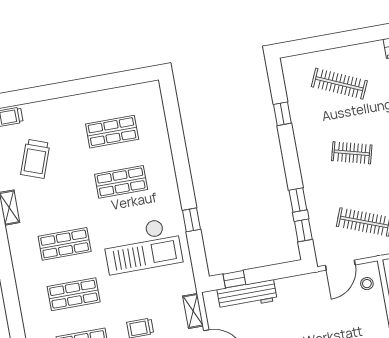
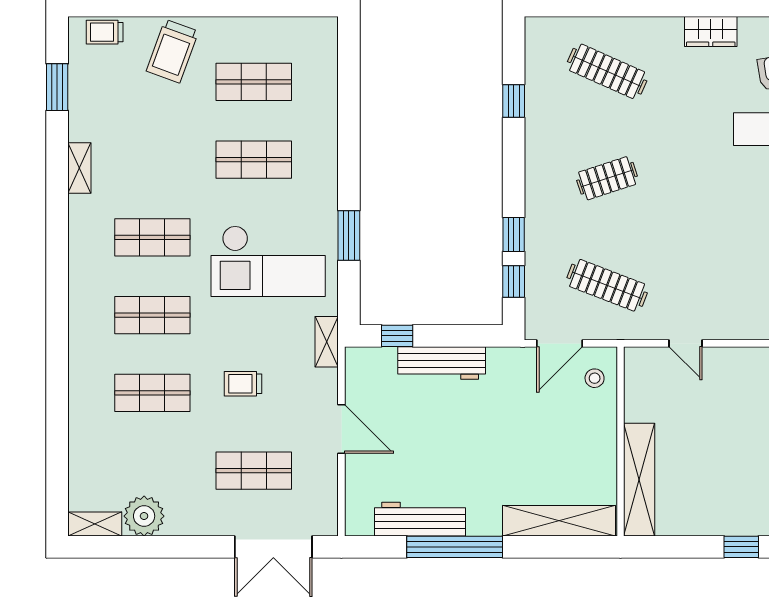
clothes rail: (352, 153) -> (607, 178), turned -33
trolley: (35, 159) -> (172, 51), moved
window: (191, 220) -> (349, 235), width x1.50
workbench: (247, 295) -> (442, 363), moved
shelving: (193, 311) -> (327, 342), moved

